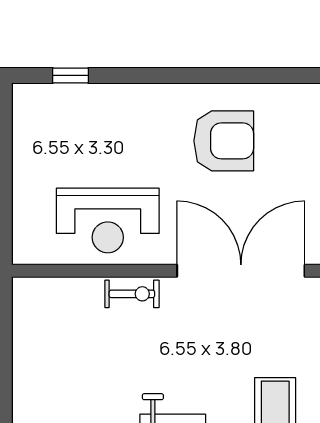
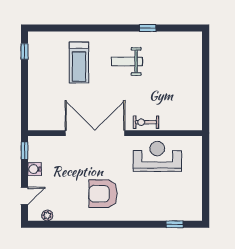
double door: (241, 271) -> (95, 133), swing flipped

